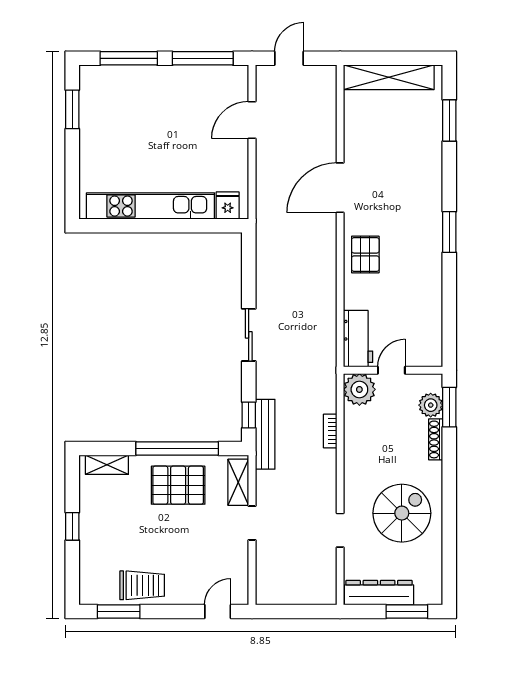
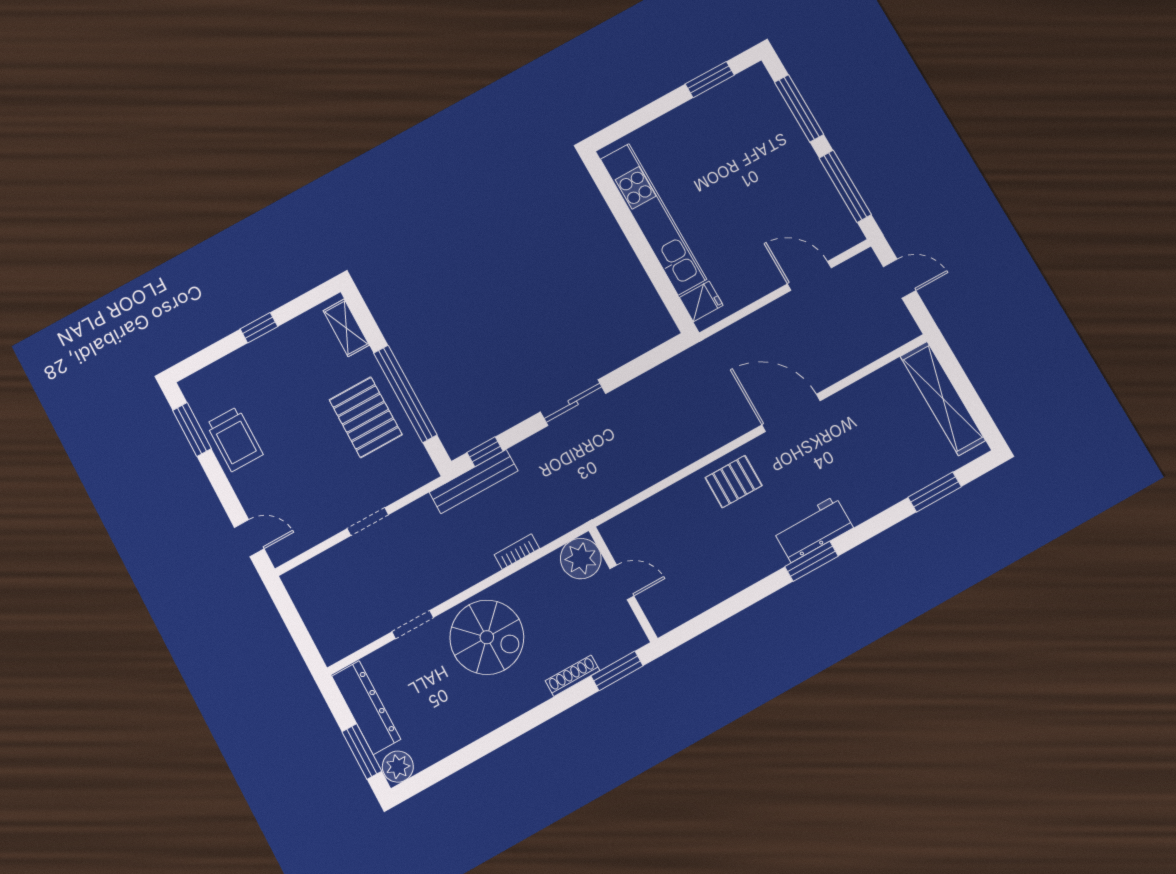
workbench: (358, 339) -> (813, 529), moved, turned 180
plant: (431, 405) -> (398, 767), moved
shelving: (238, 482) -> (405, 481), removed
spiral stairs: (402, 513) -> (487, 637), moved

